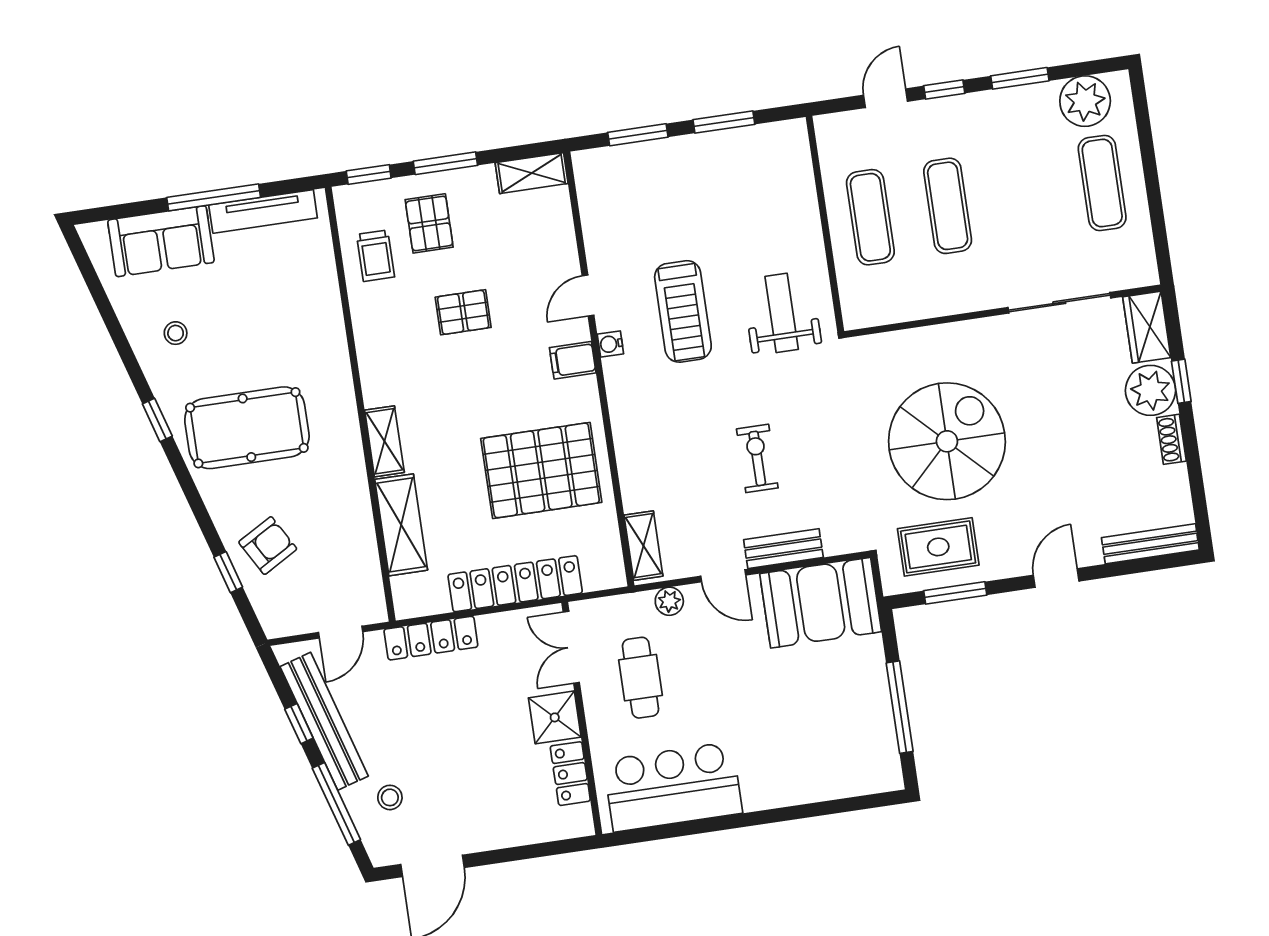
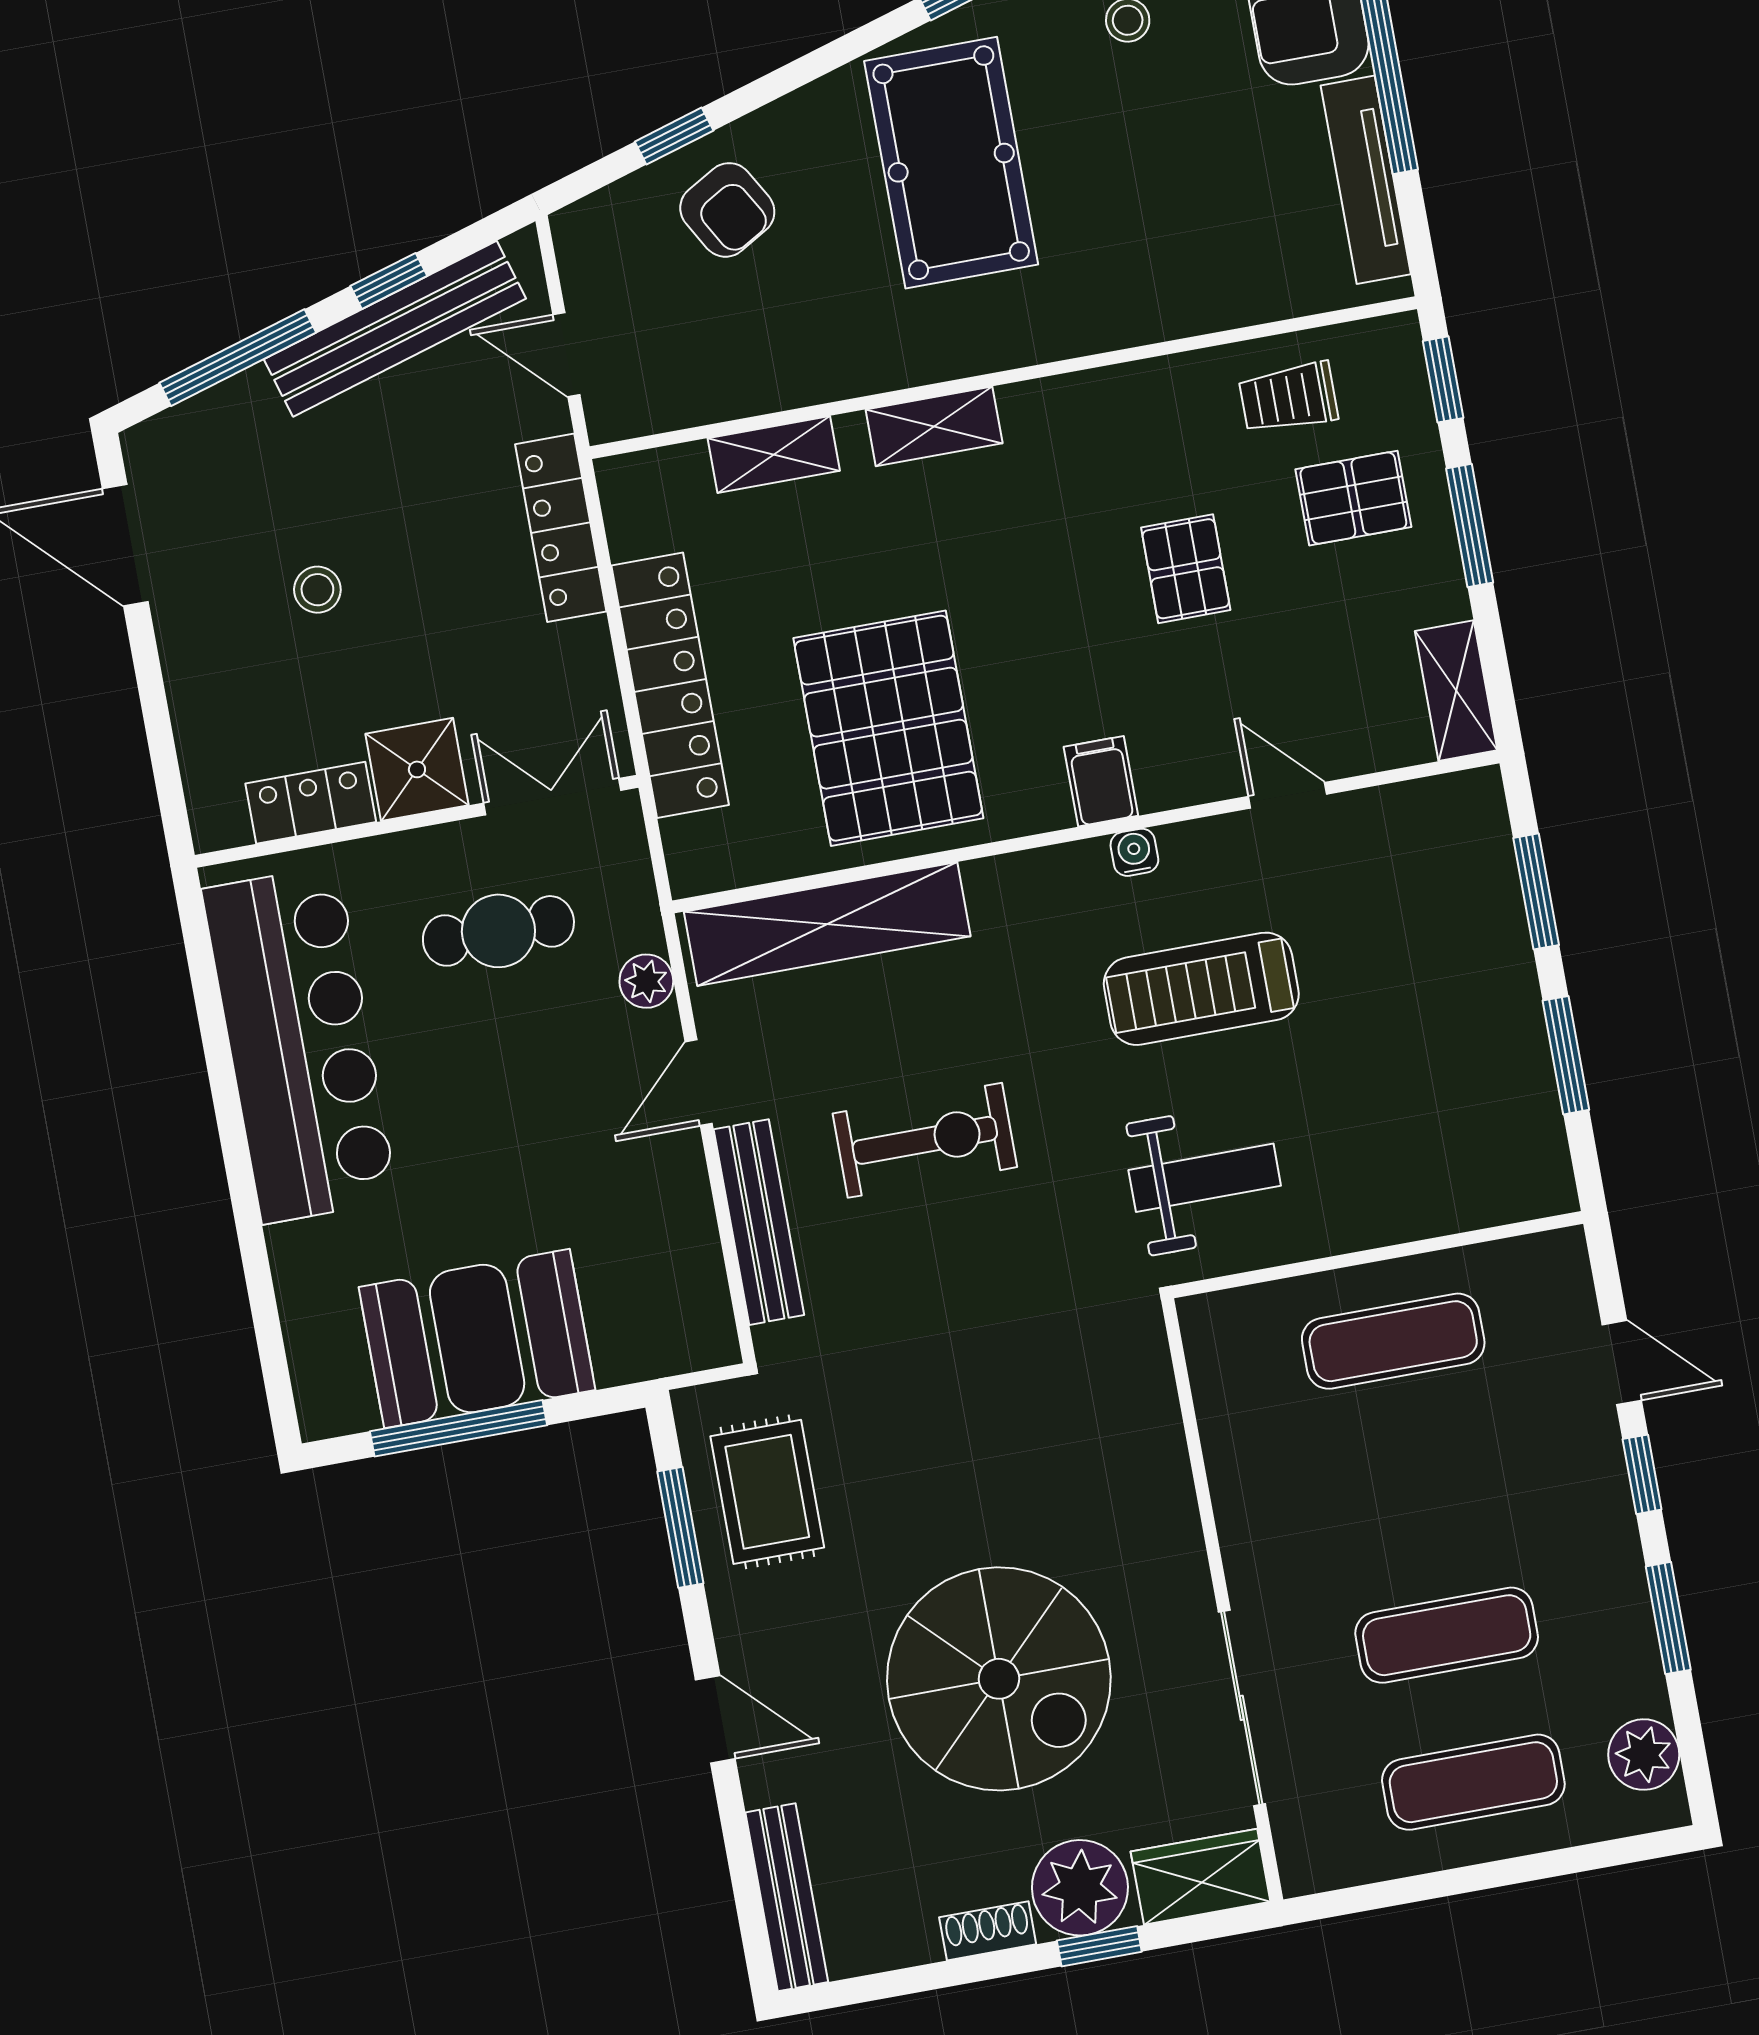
plant: (1085, 101) -> (1644, 1755), width x0.73, depth x0.73
exercise mat: (948, 206) -> (1447, 1635), moved
door: (588, 296) -> (1288, 795), moved
spiral stairs: (947, 441) -> (999, 1679), moved
exercise bike: (757, 458) -> (925, 1140), width x1.38, depth x1.39
shelving: (401, 525) -> (774, 454), width x0.67, depth x0.75
shelving: (643, 546) -> (827, 924), width x2.20, depth x1.33
bench: (783, 549) -> (759, 1222), width x1.36
booth: (821, 603) -> (477, 1339), moved, turned 90
bar counter: (673, 787) -> (300, 1045), width x1.36
stool: (390, 797) -> (317, 590), moved

